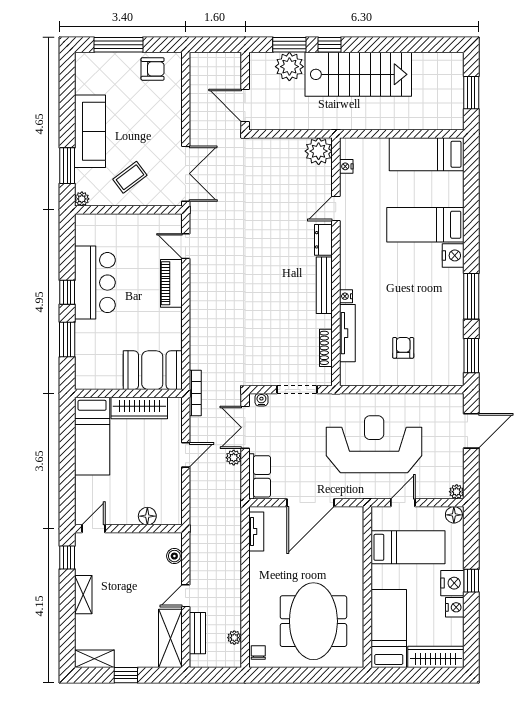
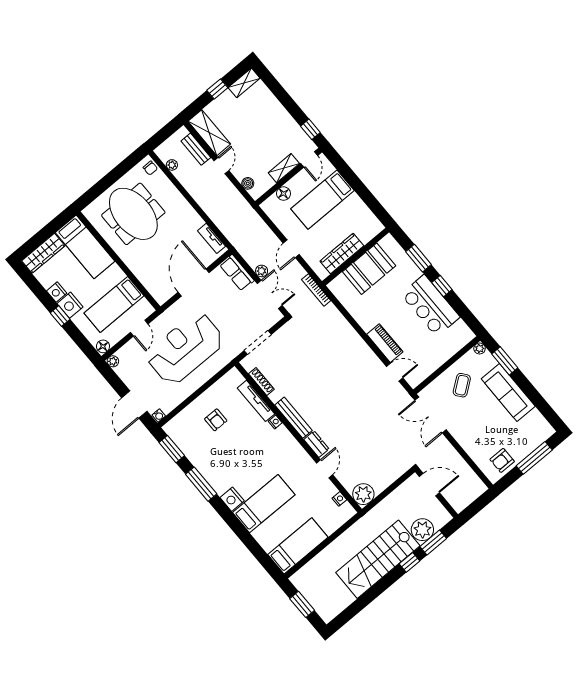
booth: (152, 370) -> (369, 269), moved
water cooler: (261, 400) -> (159, 416), moved
bed: (92, 436) -> (323, 200), moved, turned -90
reception desk: (374, 444) -> (185, 348), turned 180
shelving: (83, 595) -> (284, 168), moved, turned 90

